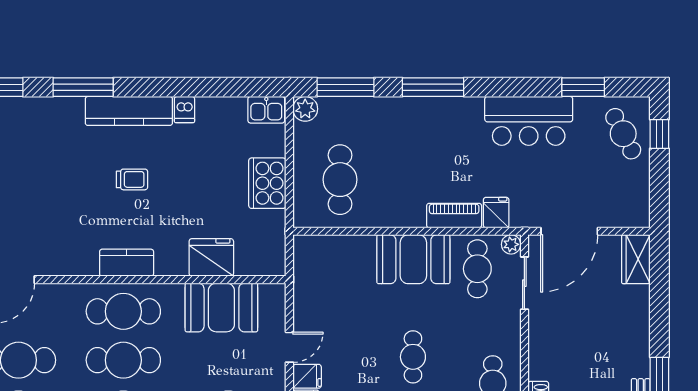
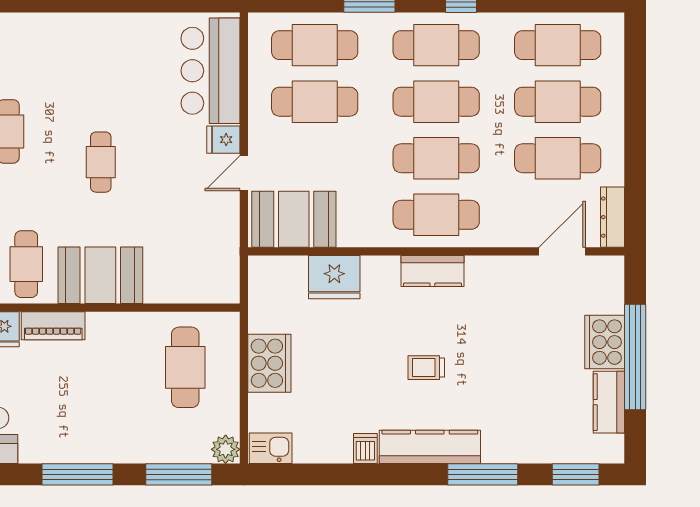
booth: (221, 307) -> (294, 219), moved

